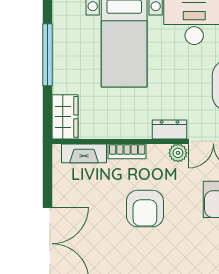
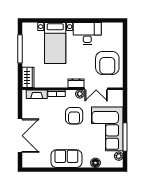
armchair: (145, 209) -> (74, 116), moved

